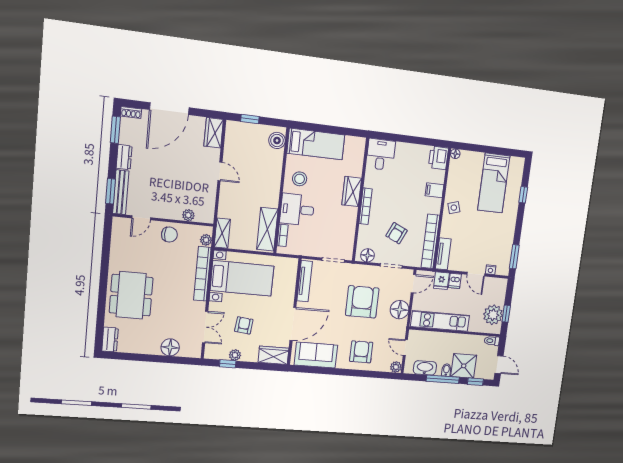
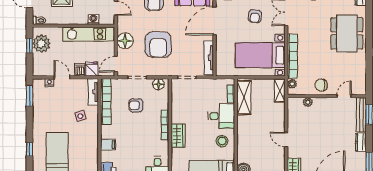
side table: (454, 208) -> (80, 116), moved
armchair: (397, 233) -> (136, 105), turned -115
washing machine: (432, 337) -> (93, 19), added

